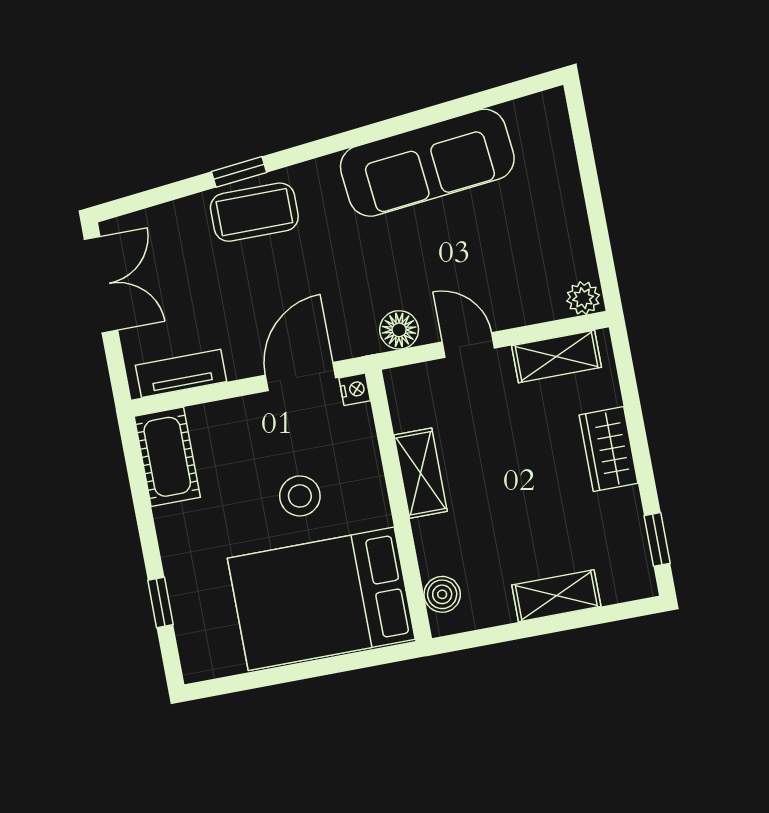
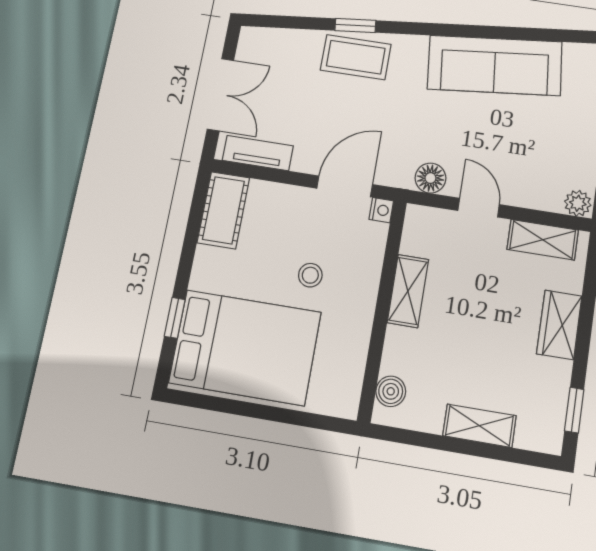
double door: (101, 285) -> (220, 95), moved
stool: (300, 496) -> (310, 275), width x0.73, depth x0.73
bed: (321, 599) -> (245, 347), moved, turned 180

